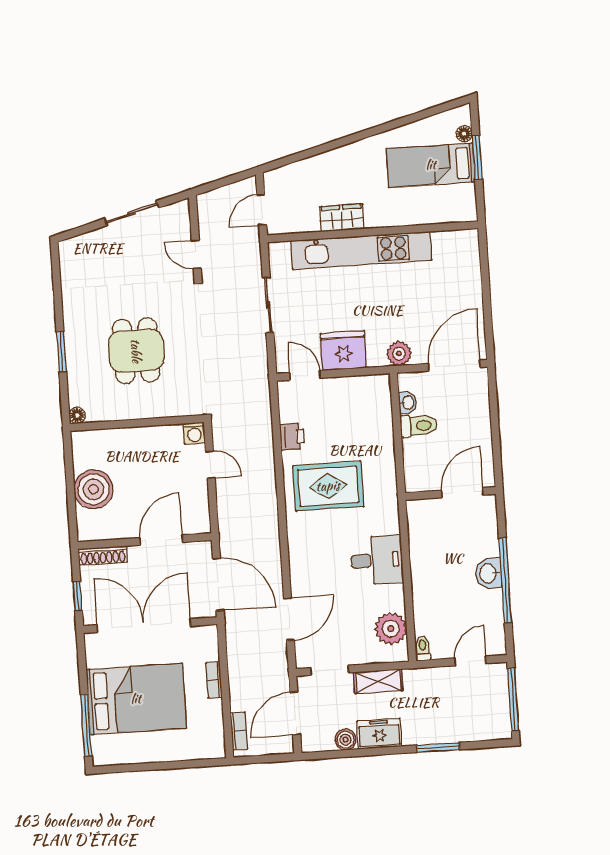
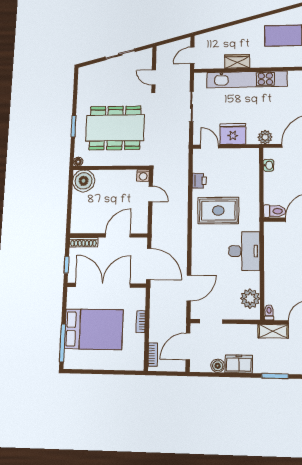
dining table: (136, 351) -> (115, 128), width x1.87, depth x1.24
toilet: (419, 426) -> (275, 211), moved
boiler: (93, 489) -> (84, 181), moved
desk: (377, 560) -> (244, 251), width x1.37
shelving: (378, 681) -> (273, 331), moved

